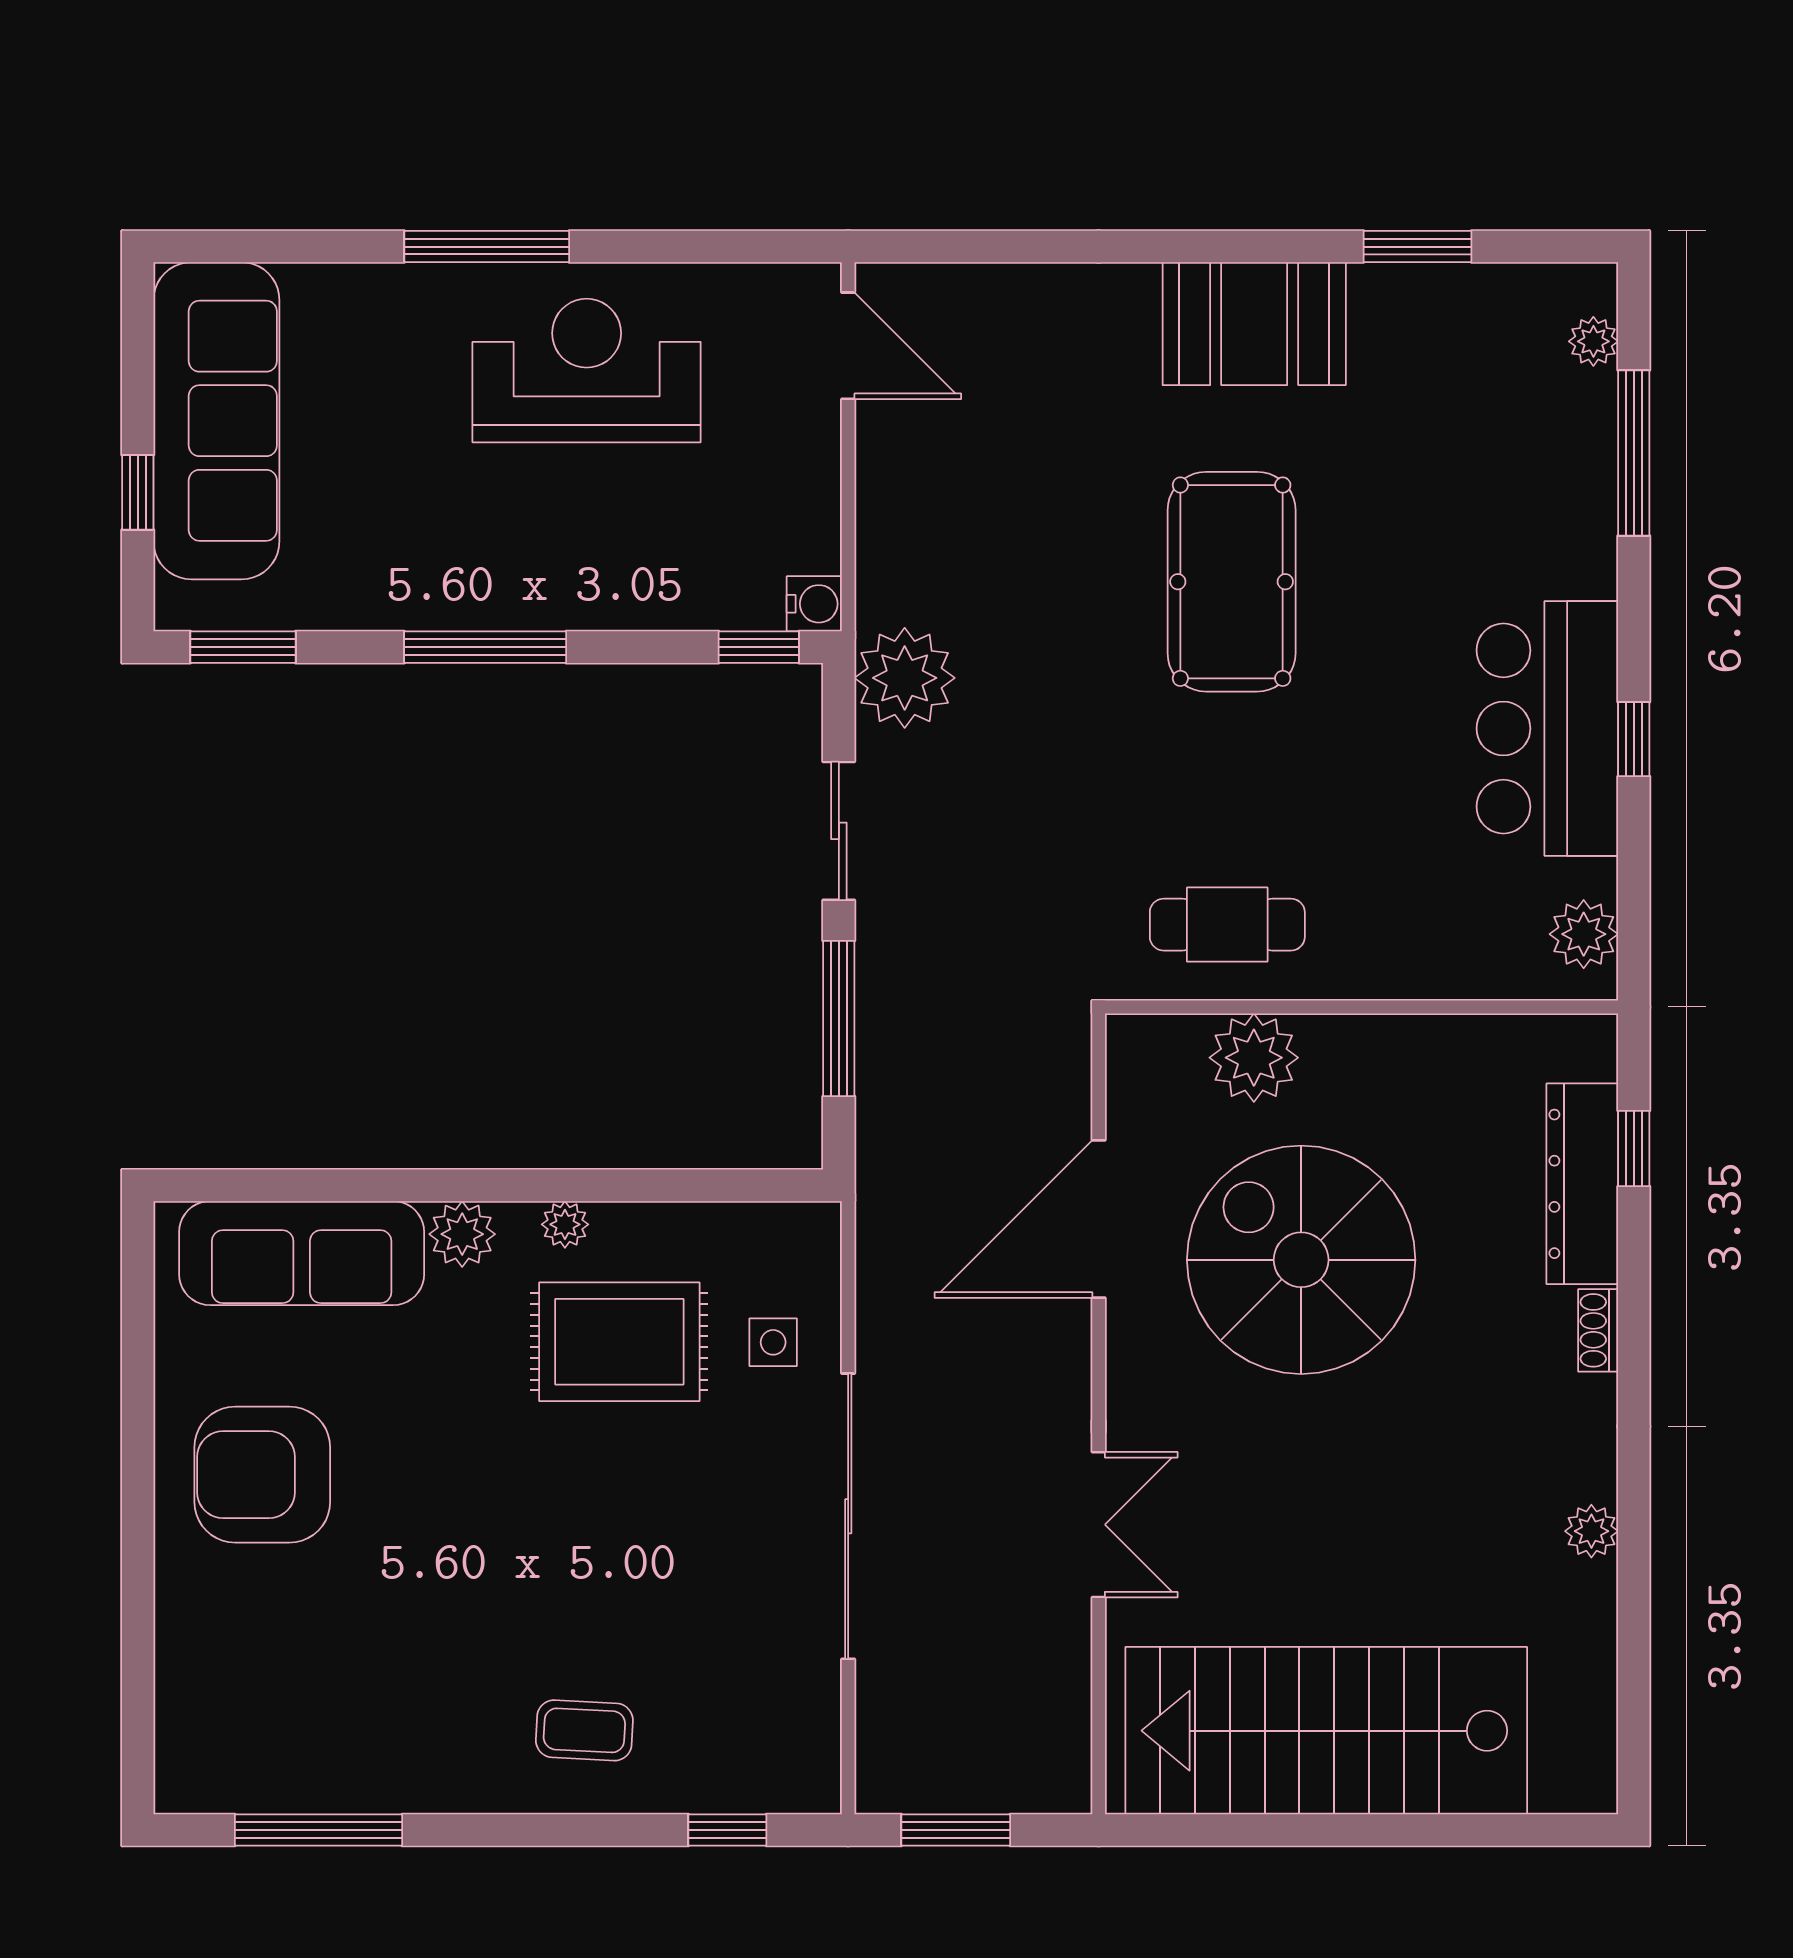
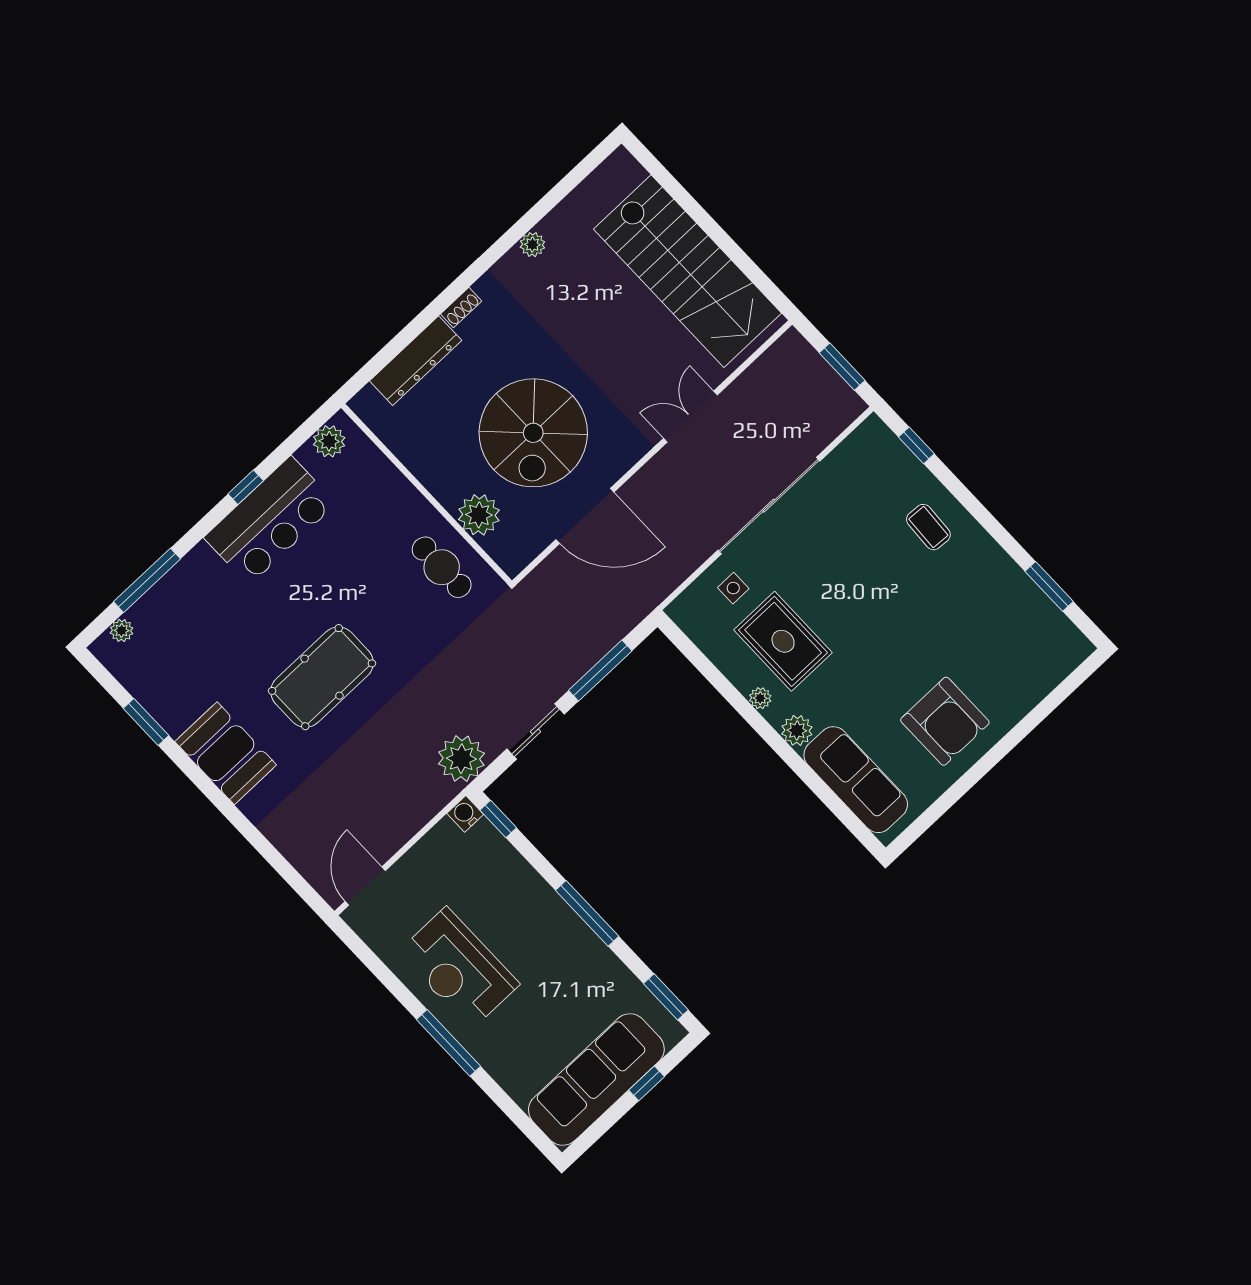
window: (1634, 1148) -> (387, 354), removed
window: (318, 1830) -> (1049, 586), width x0.69

